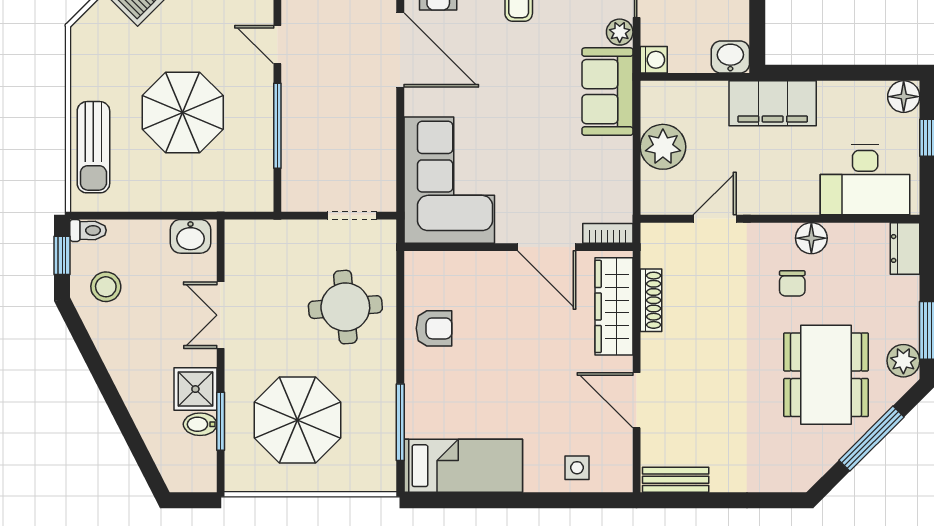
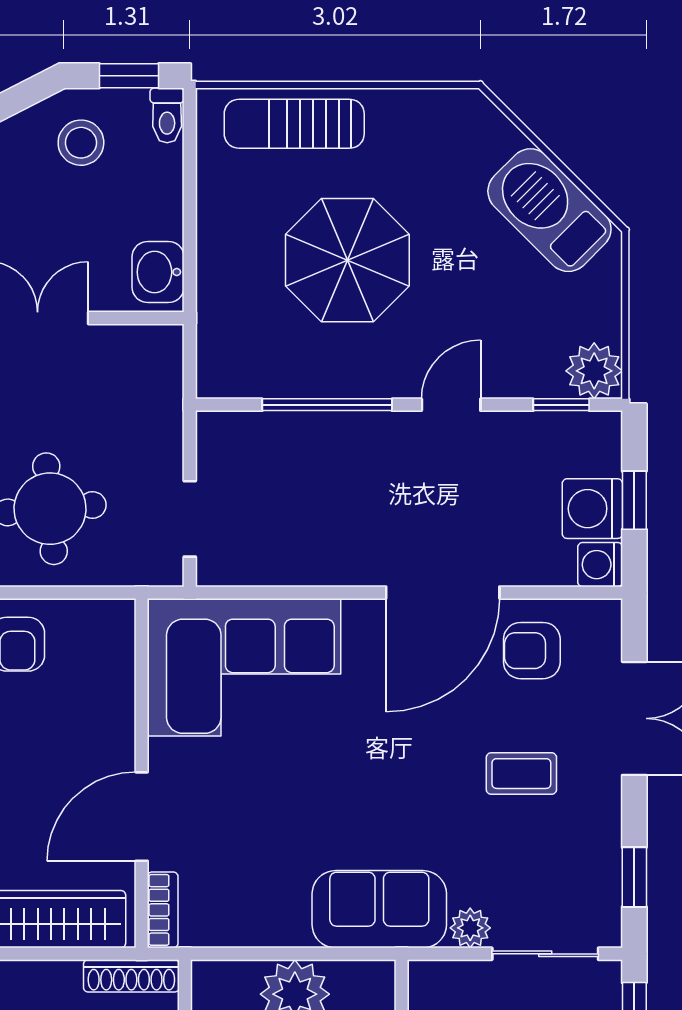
washing machine: (654, 60) -> (428, 980), removed
shoe rack: (651, 300) -> (131, 976), moved

